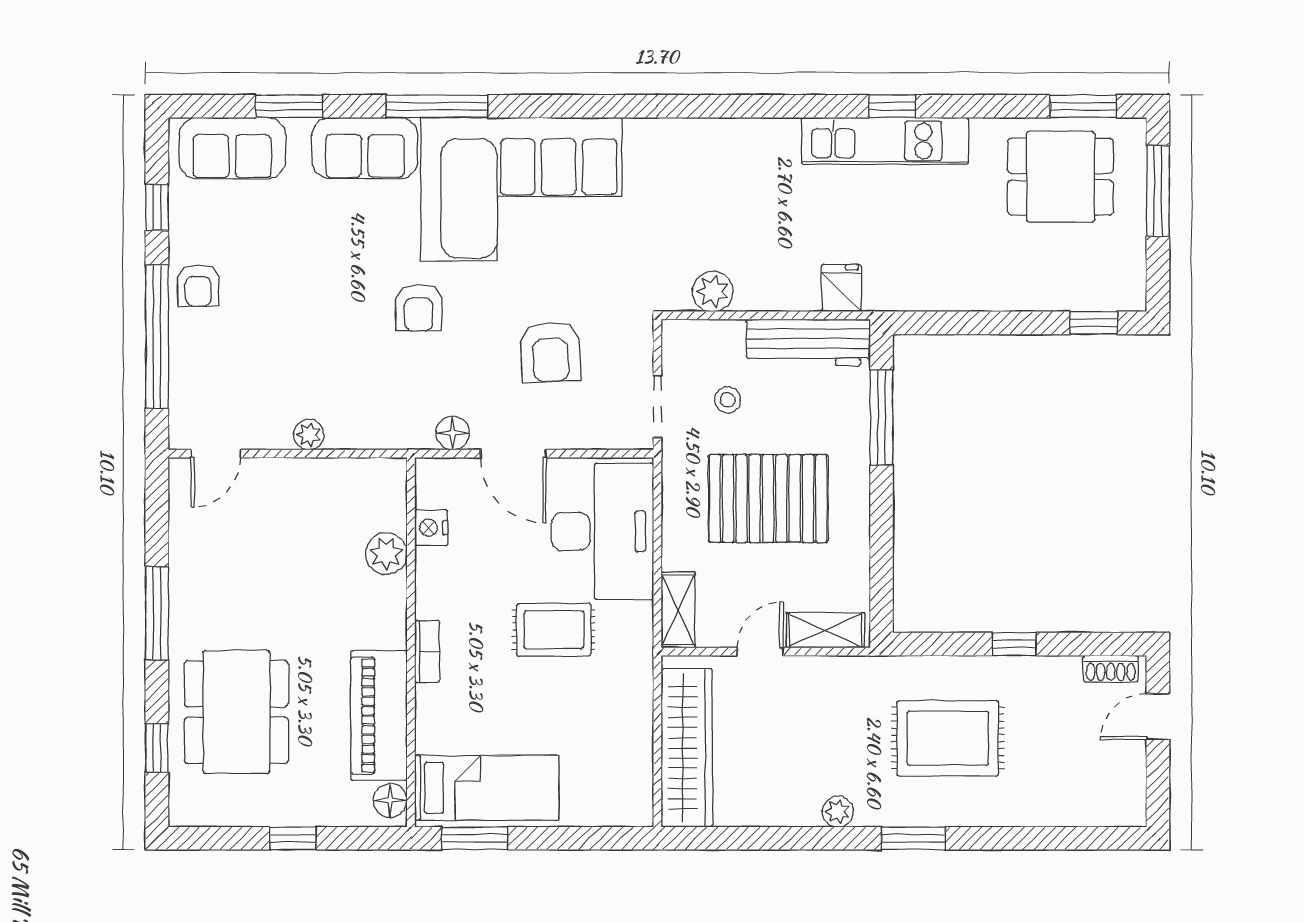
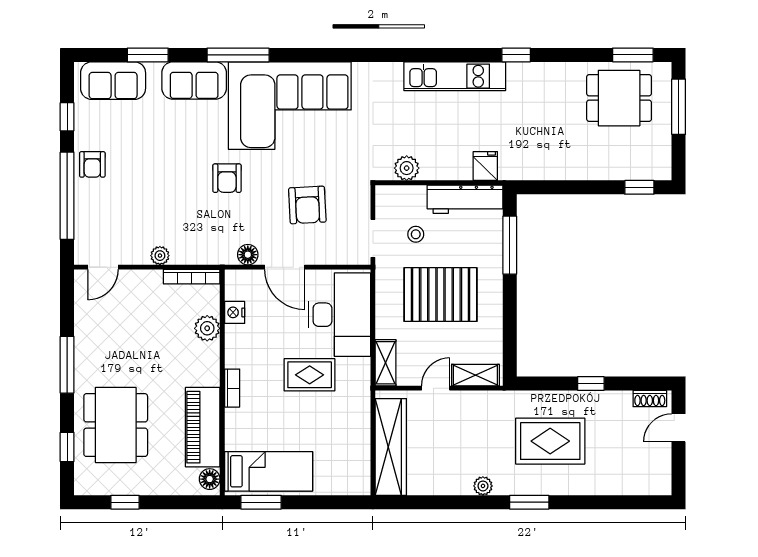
kitchen unit: (885, 141) -> (455, 76), moved
bookcase: (361, 469) -> (192, 277), added
window: (293, 838) -> (125, 502), moved

